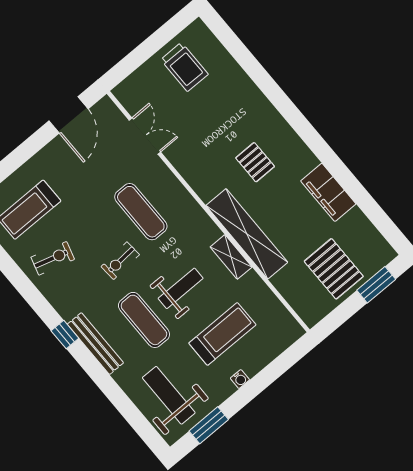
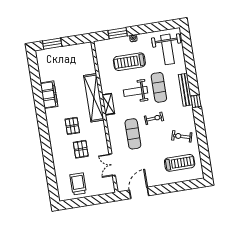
shelving: (231, 257) -> (108, 104), moved
pallet: (334, 269) -> (81, 149), moved, width x0.67, depth x0.71
window: (209, 425) -> (118, 33), moved

